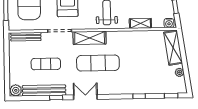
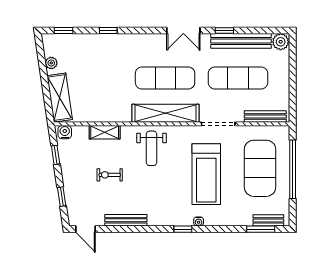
shelving: (90, 38) -> (166, 113), width x1.47
exercise mat: (46, 64) -> (238, 78), width x1.36, depth x1.45

